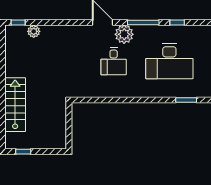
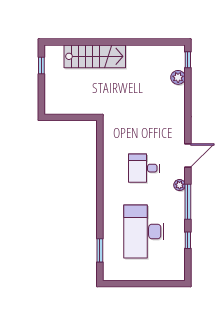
plant: (124, 34) -> (180, 185), width x0.53, depth x0.53

